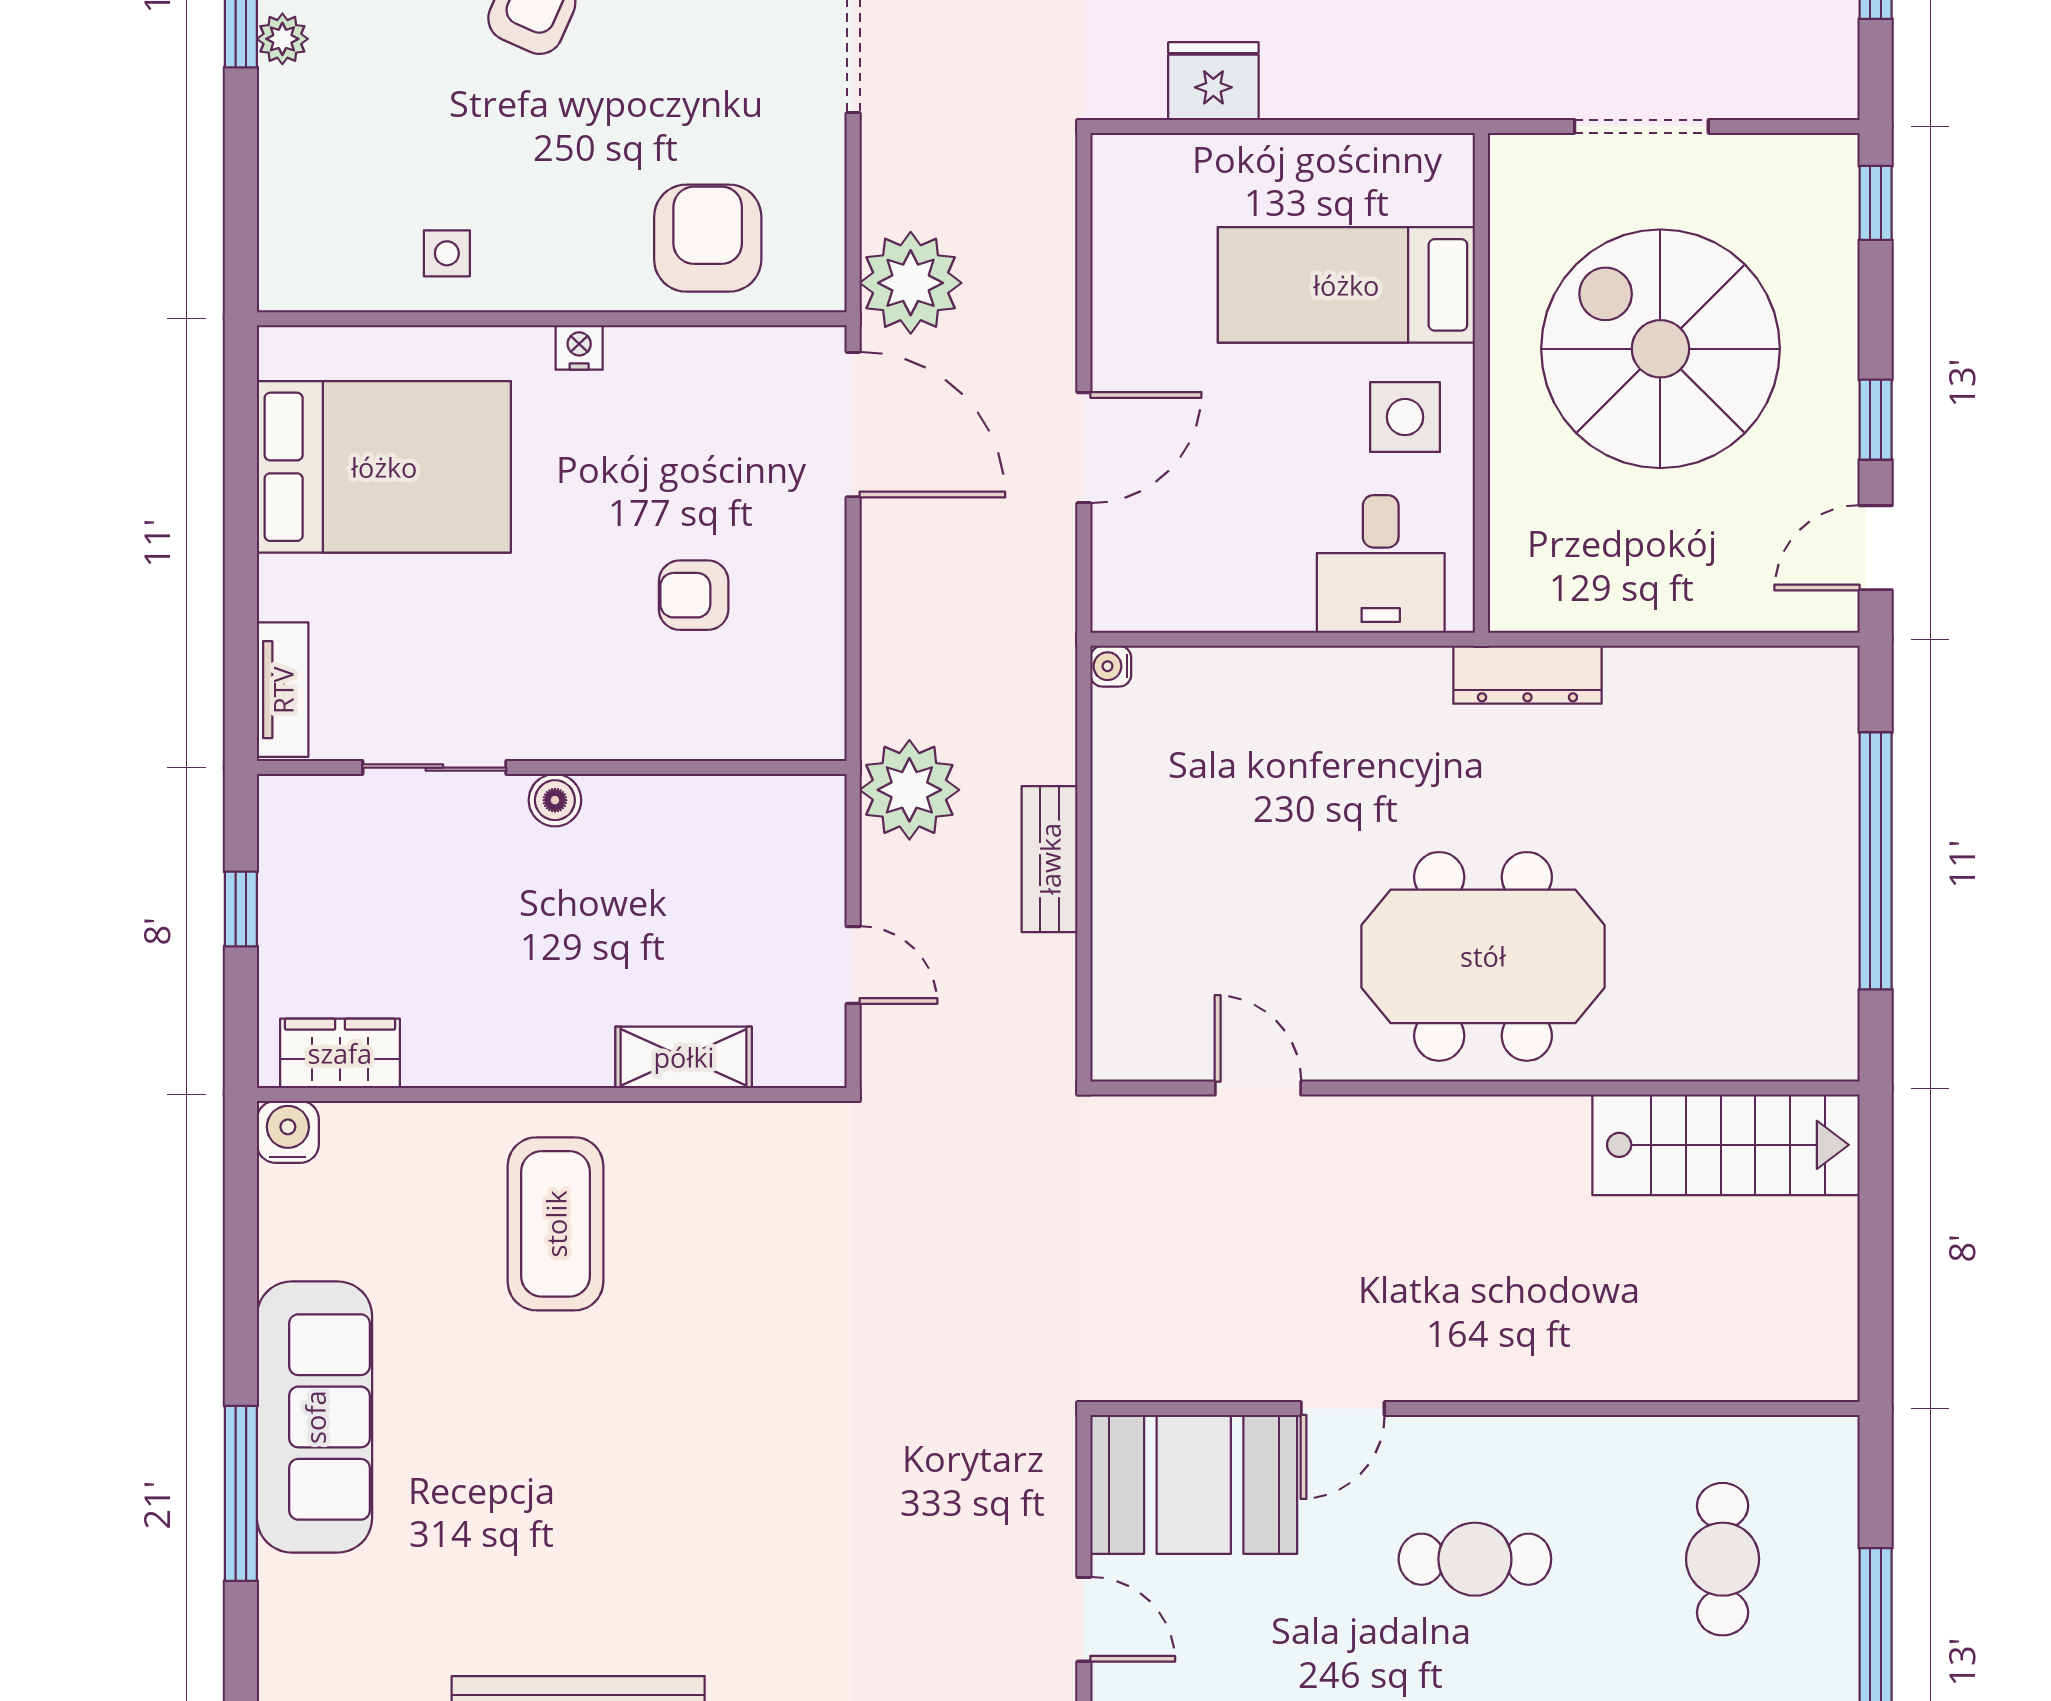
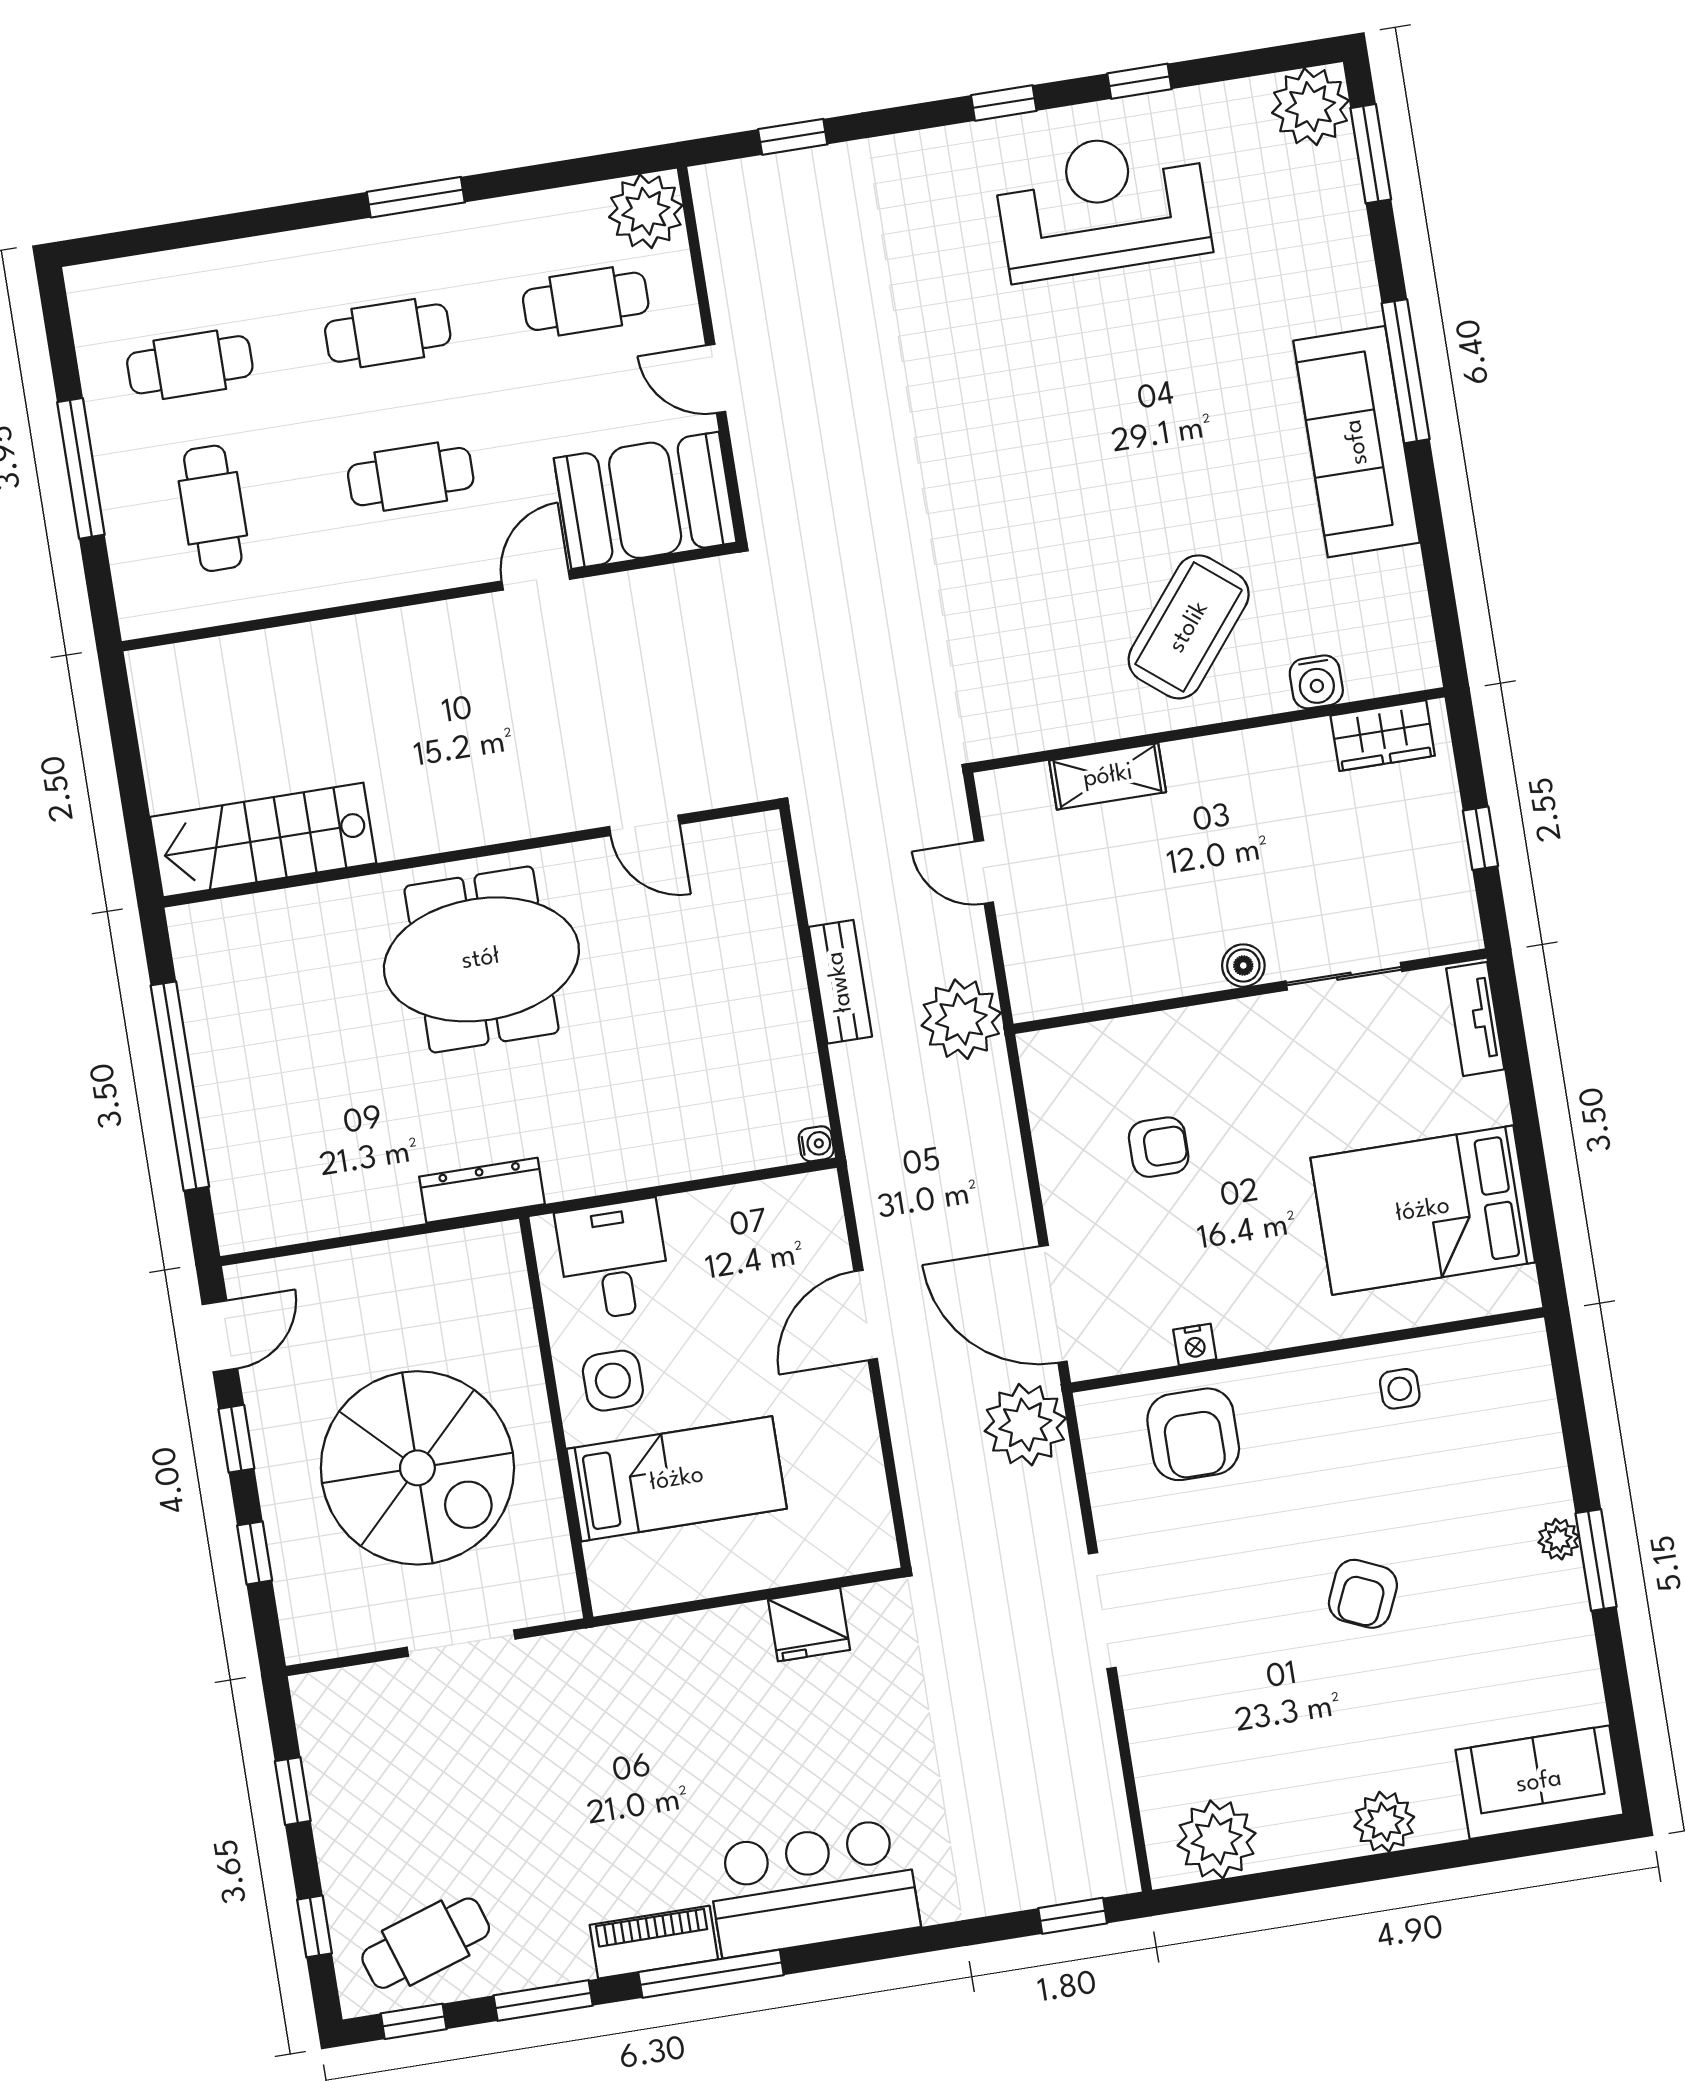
window: (1876, 203) -> (255, 1553), moved
nightstand: (579, 347) -> (1195, 1344), moved
water cooler: (288, 1132) -> (1316, 682), moved
coffee table: (556, 1224) -> (1189, 627), turned 39

